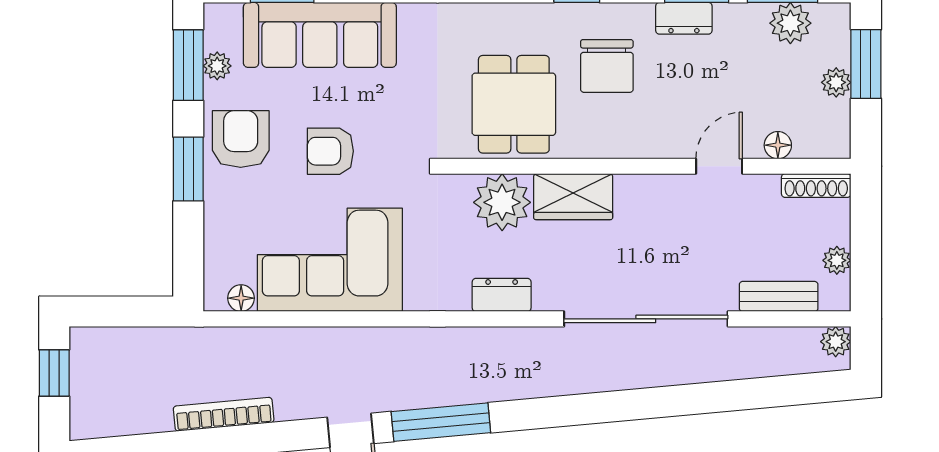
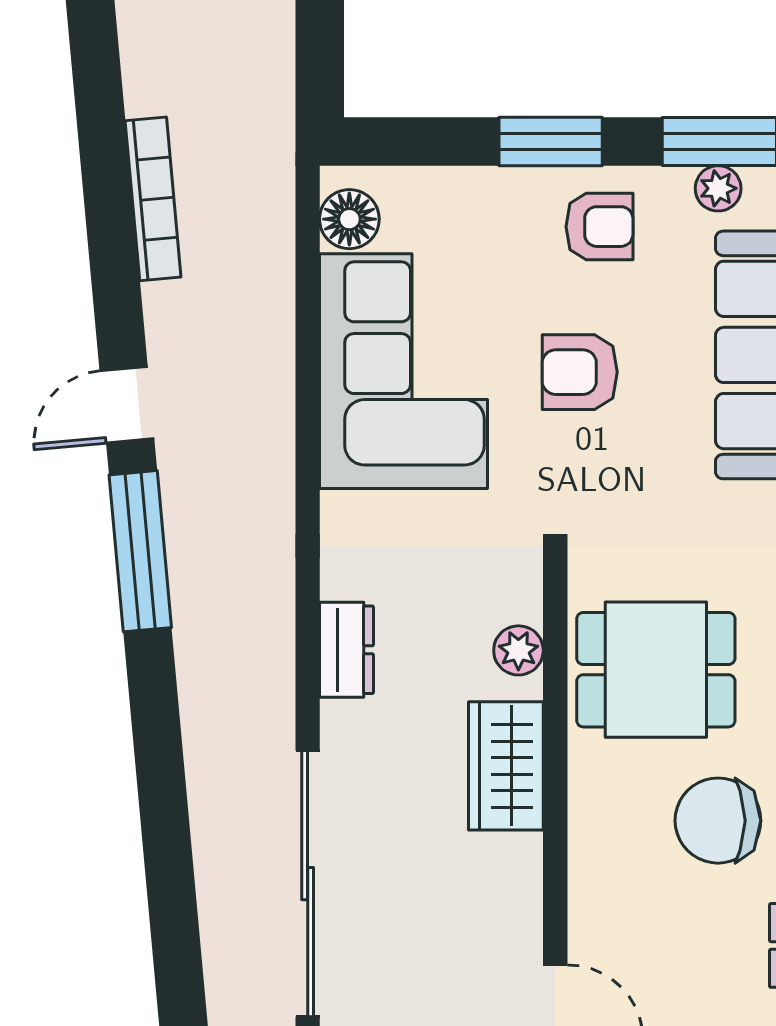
armchair: (241, 139) -> (599, 227), width x0.72, depth x0.72
armchair: (330, 151) -> (580, 372), turned -90
plant: (502, 202) -> (518, 650), width x0.53, depth x0.53
floor lamp: (241, 298) -> (349, 219), width x1.37, depth x1.37

